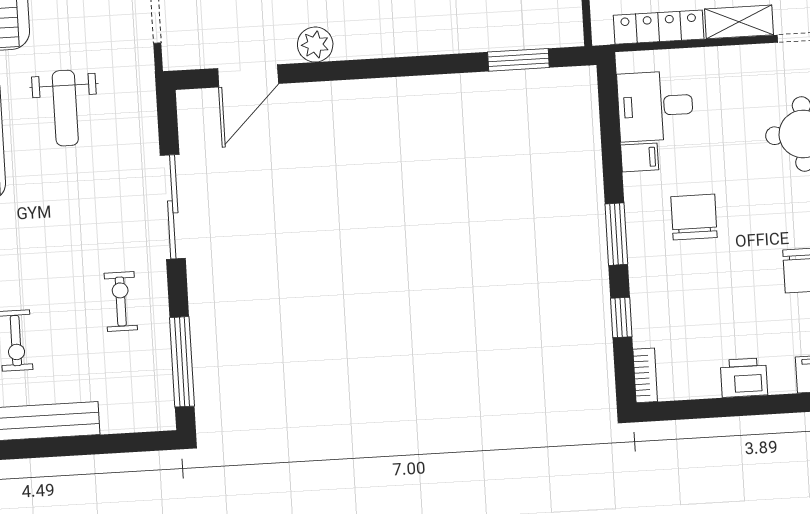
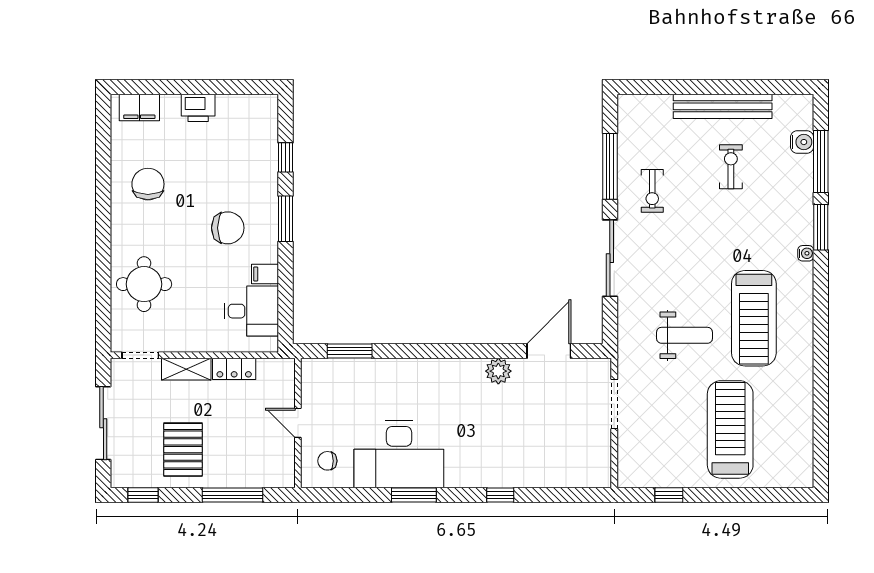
locker: (659, 27) -> (234, 369), width x0.66
weight bench: (65, 108) -> (684, 335), turned 90
chair: (694, 217) -> (228, 228), turned -90
window: (182, 362) -> (610, 166), moved
bookcase: (645, 375) -> (270, 114), removed

